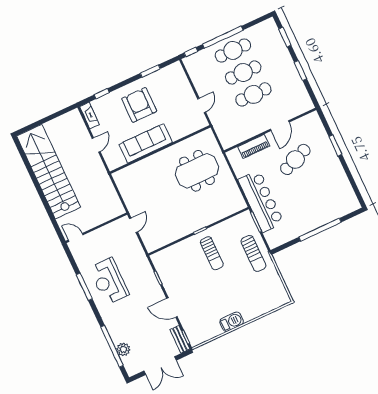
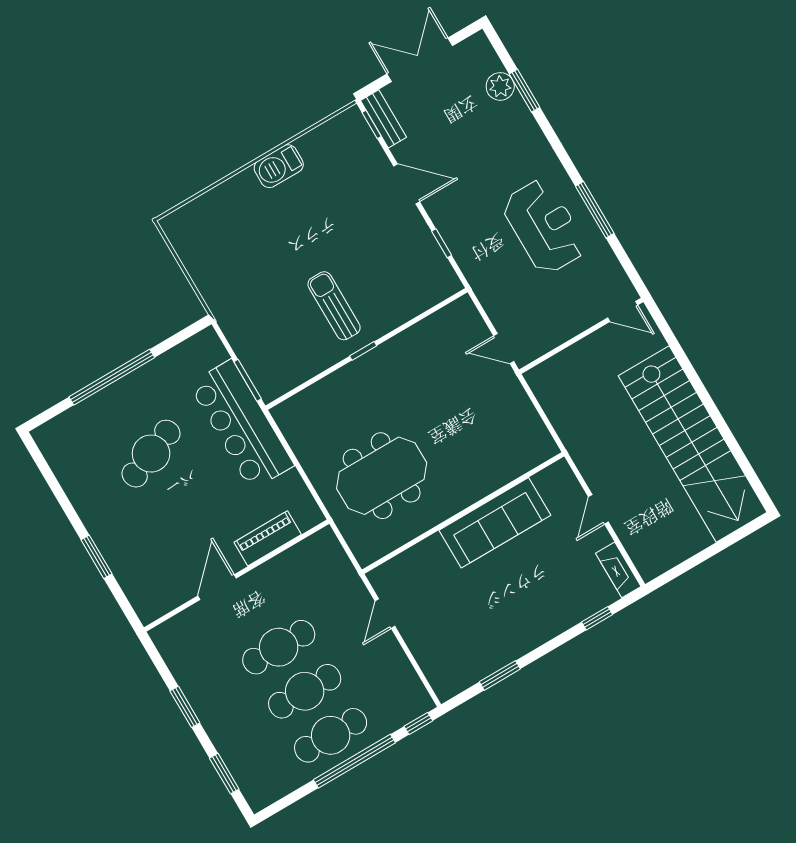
armchair: (139, 105) -> (516, 602), removed
cafe table: (295, 159) -> (151, 454), moved
door: (134, 225) -> (504, 349), hinge flipped
sun lounger: (253, 253) -> (247, 314), removed
window: (112, 346) -> (524, 91), width x0.47

